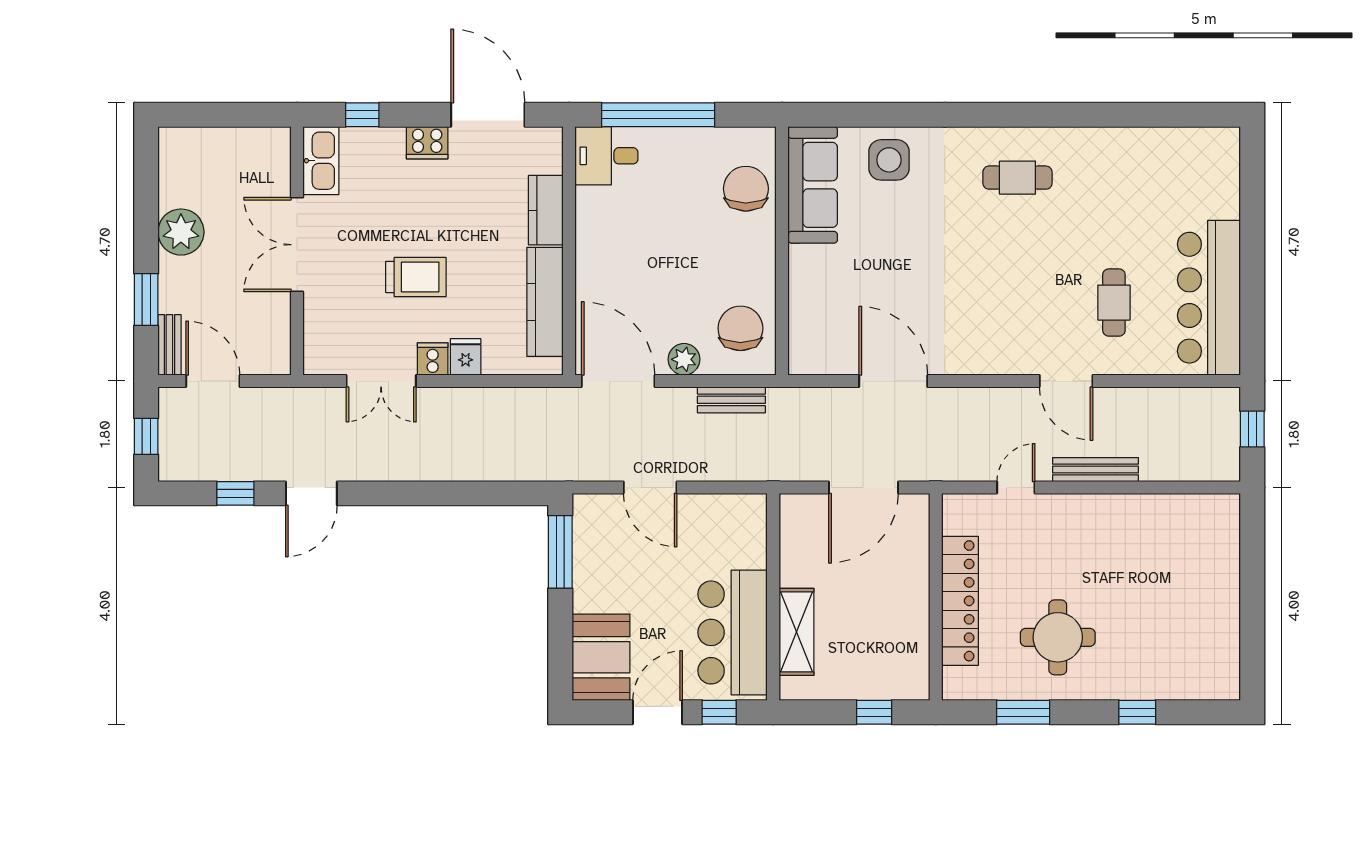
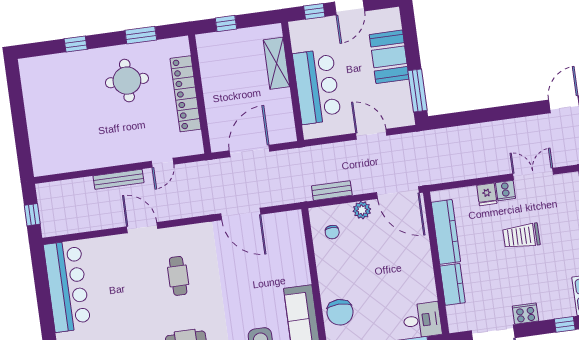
cafe table: (1114, 303) -> (178, 276), moved
chair: (740, 328) -> (332, 232), width x0.54, depth x0.54
bar counter: (733, 632) -> (317, 87), moved
booth: (601, 657) -> (389, 57), moved

